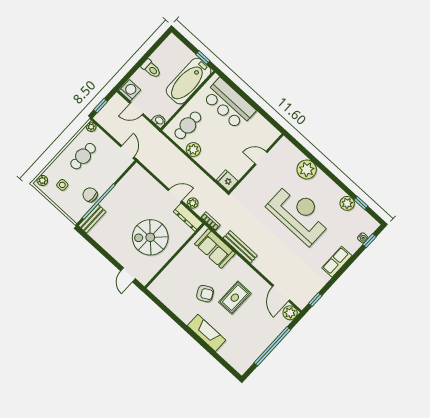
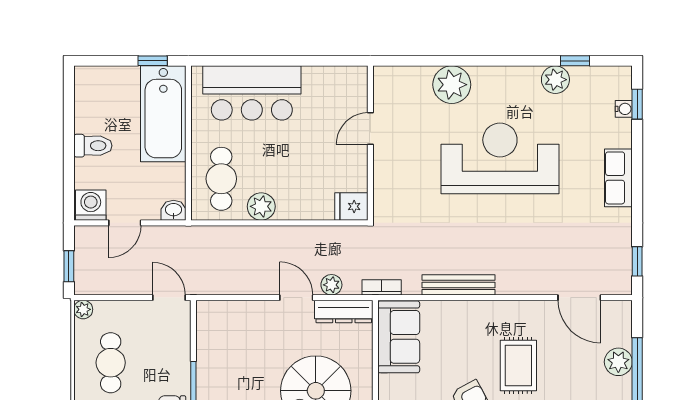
door: (175, 196) -> (296, 298), hinge flipped
sofa: (215, 248) -> (399, 337), moved, turned -90
plant: (290, 313) -> (618, 362), moved

